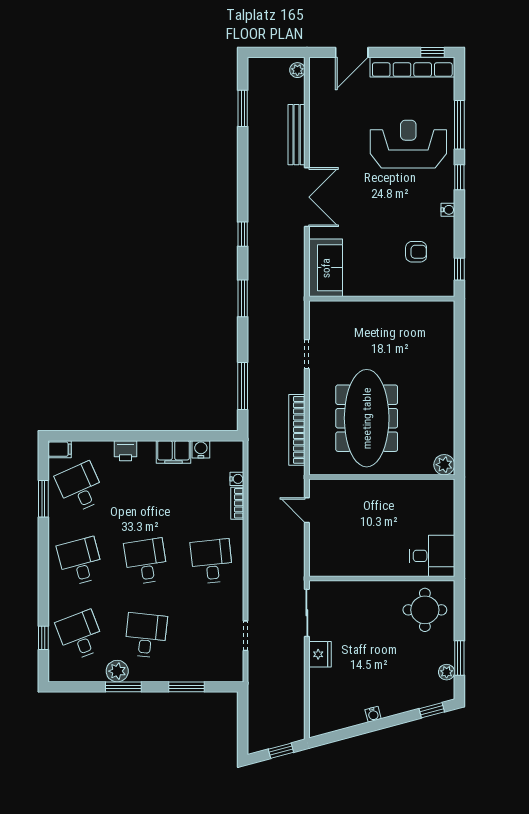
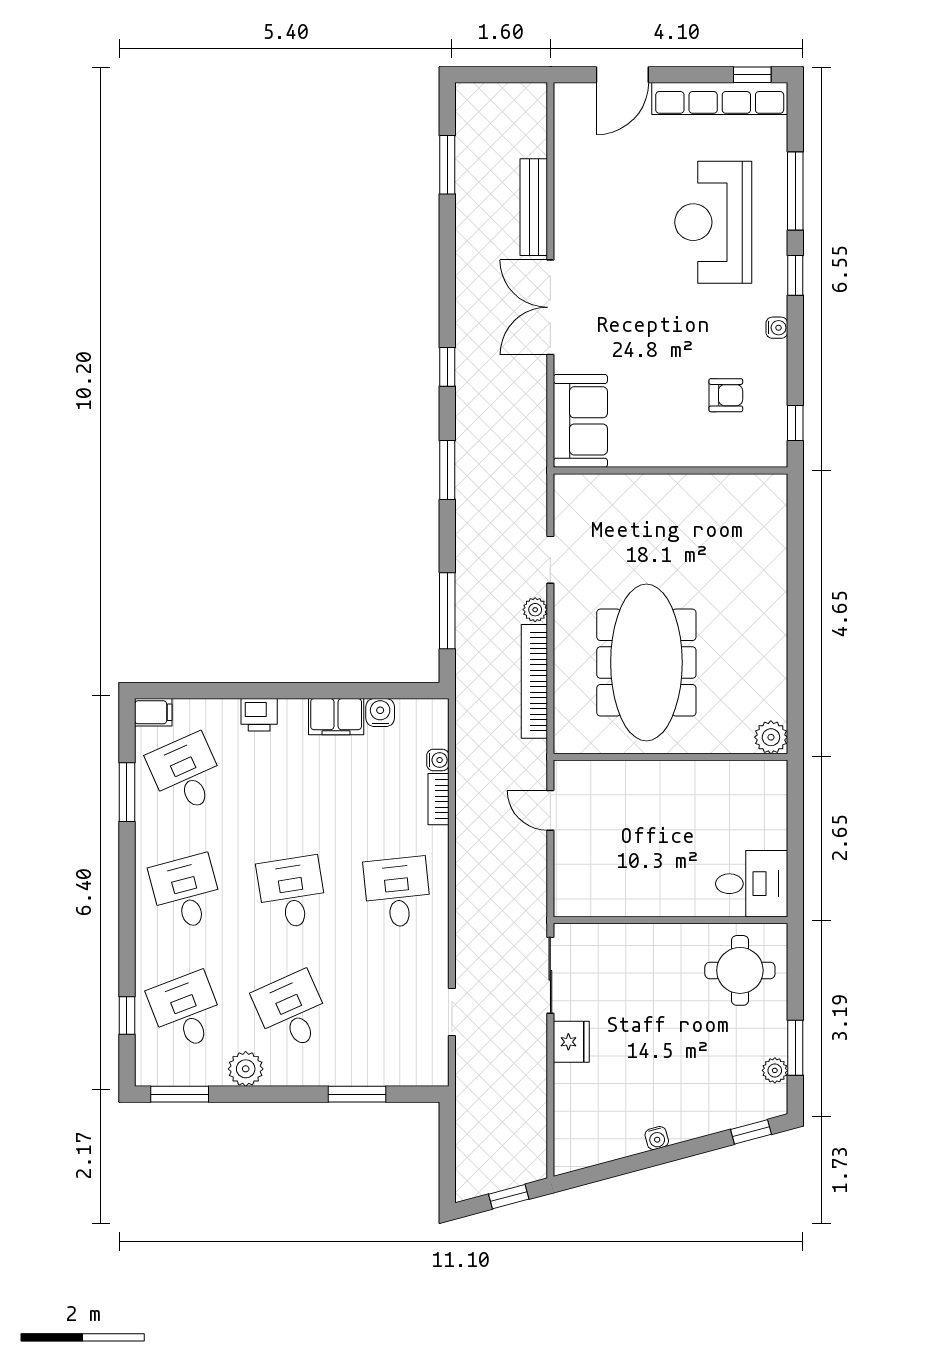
plant: (297, 70) -> (535, 610), moved
reception desk: (408, 144) -> (713, 222), turned -90
double door: (307, 197) -> (550, 307), swing flipped
desk: (146, 635) -> (292, 1011), turned -30
window: (123, 687) -> (180, 1094), moved

